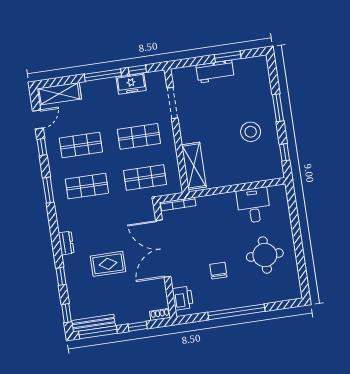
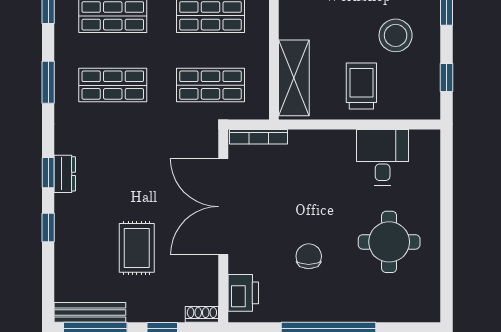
trolley: (235, 165) -> (361, 86), added
rug: (108, 264) -> (137, 248), moved, turned 90
window: (66, 313) -> (48, 173), moved

